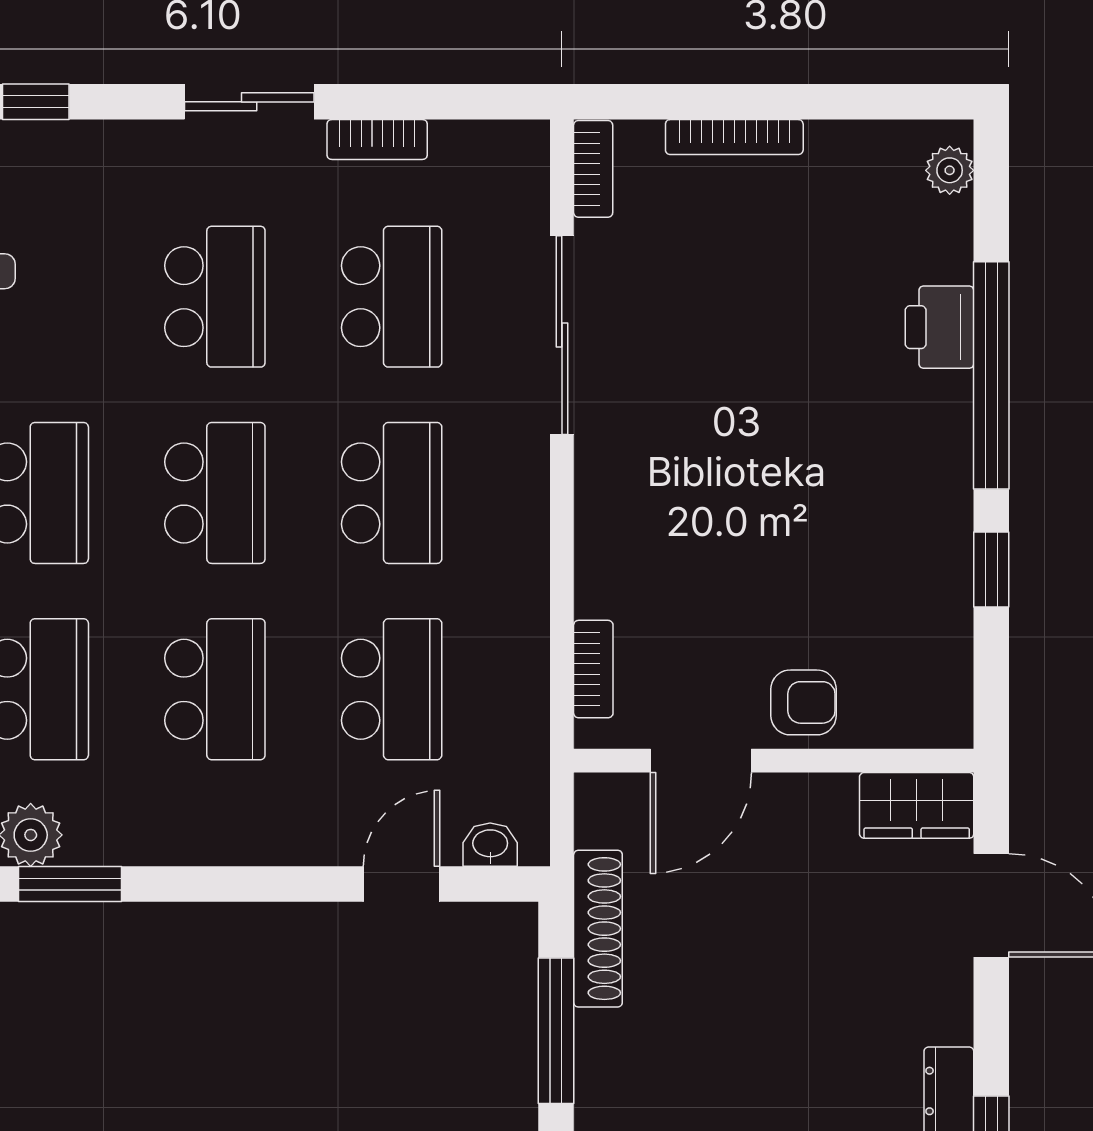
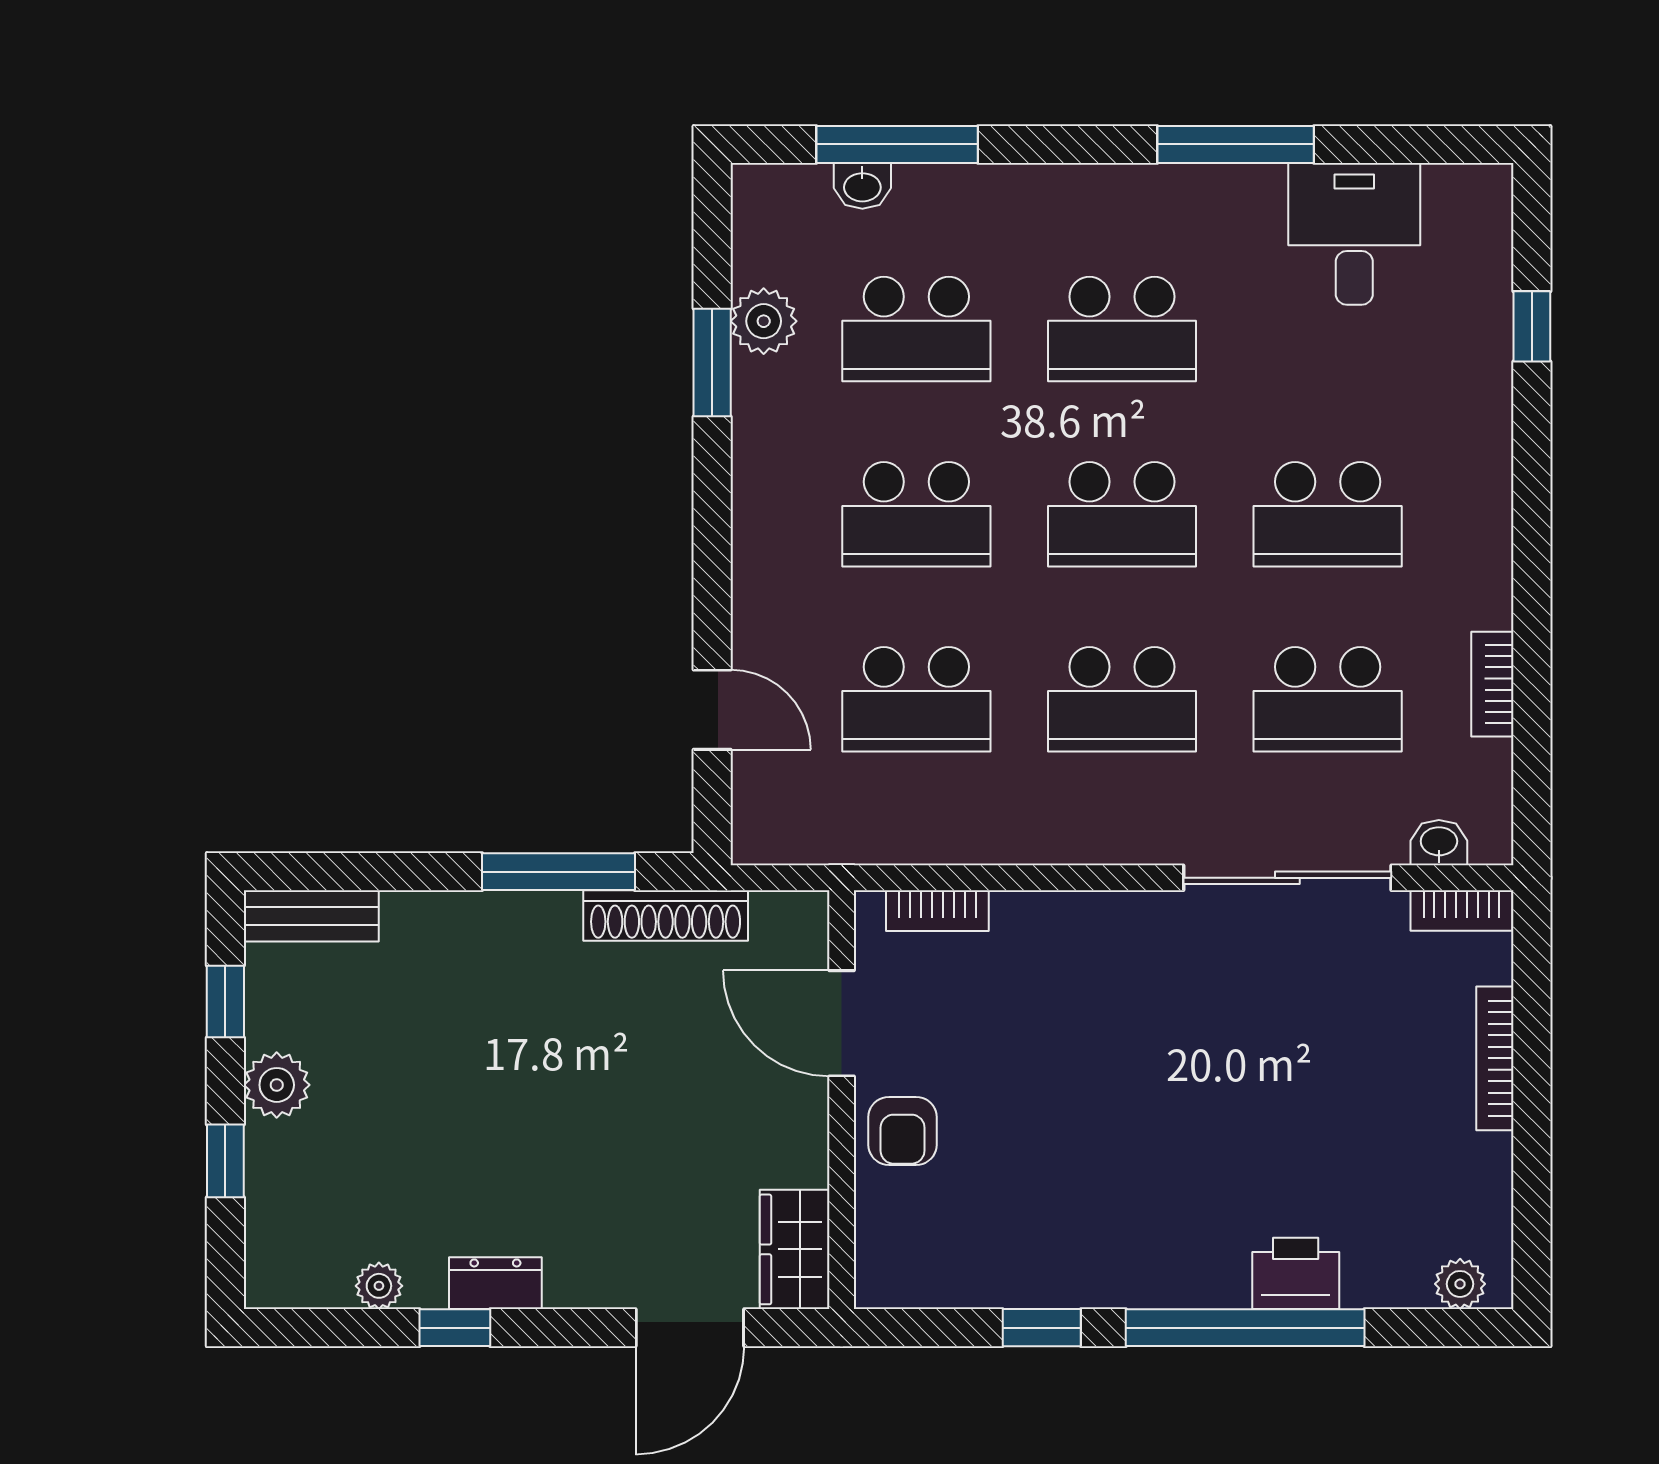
sliding door: (249, 102) -> (1532, 550), removed
washbasin: (490, 845) -> (1439, 843), moved, turned -90

